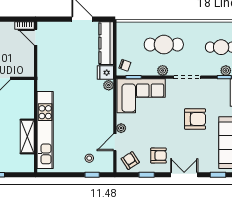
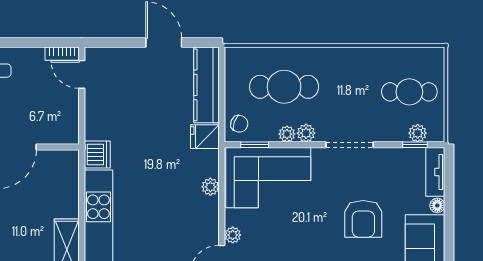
cafe table: (164, 45) -> (284, 87), moved
plant: (152, 71) -> (287, 134), added
dishwasher: (44, 83) -> (97, 155), added
plant: (109, 85) -> (210, 187), moved
armchair: (195, 119) -> (363, 219), turned 90

